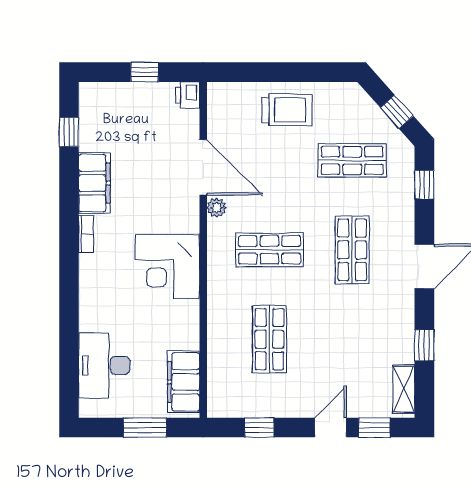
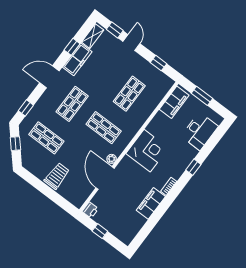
trolley: (287, 110) -> (57, 176), turned 90
window: (69, 132) -> (193, 167), moved
freezer: (400, 331) -> (77, 59), added
door: (330, 428) -> (131, 43), swing flipped

